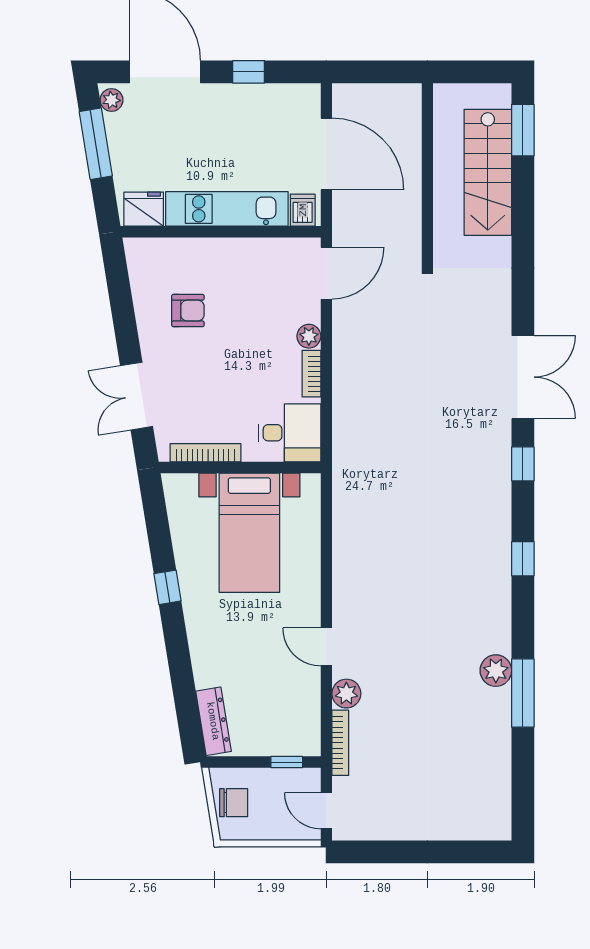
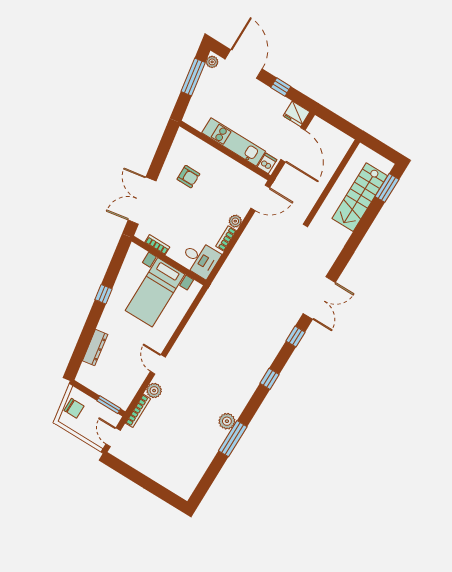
fridge: (144, 209) -> (296, 114), moved, turned 180
double door: (137, 396) -> (142, 201), width x1.37
bookcase: (205, 453) -> (157, 245), width x0.64
dresser: (213, 721) -> (95, 348), moved
window: (287, 762) -> (109, 405), width x1.50

